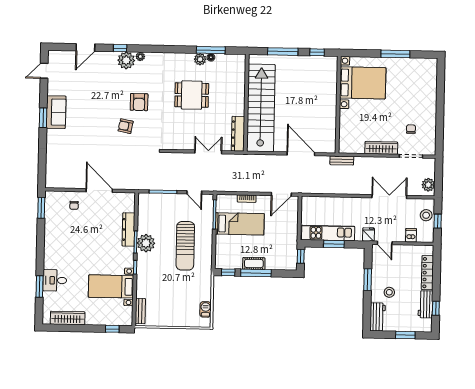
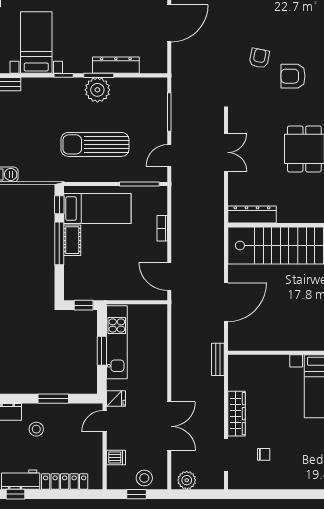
double door: (208, 152) -> (226, 152), moved
bed: (240, 224) -> (97, 209), moved, turned -90

